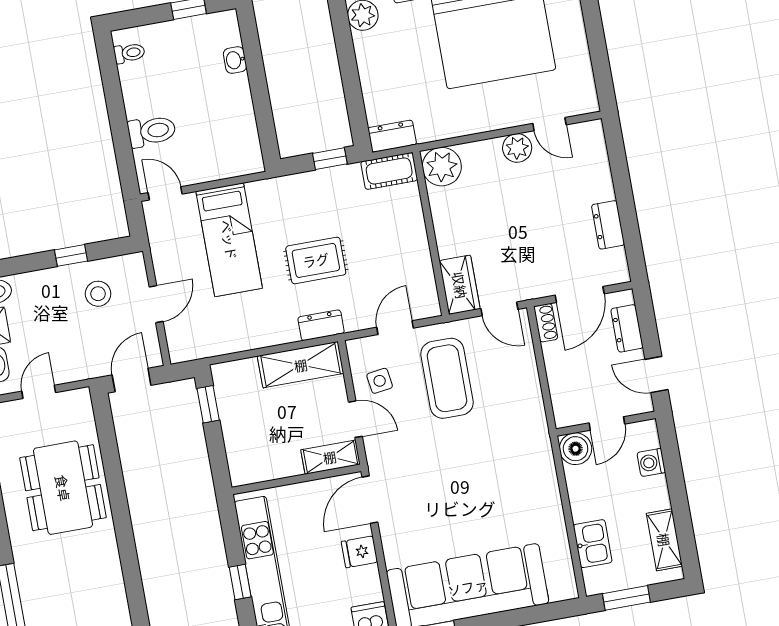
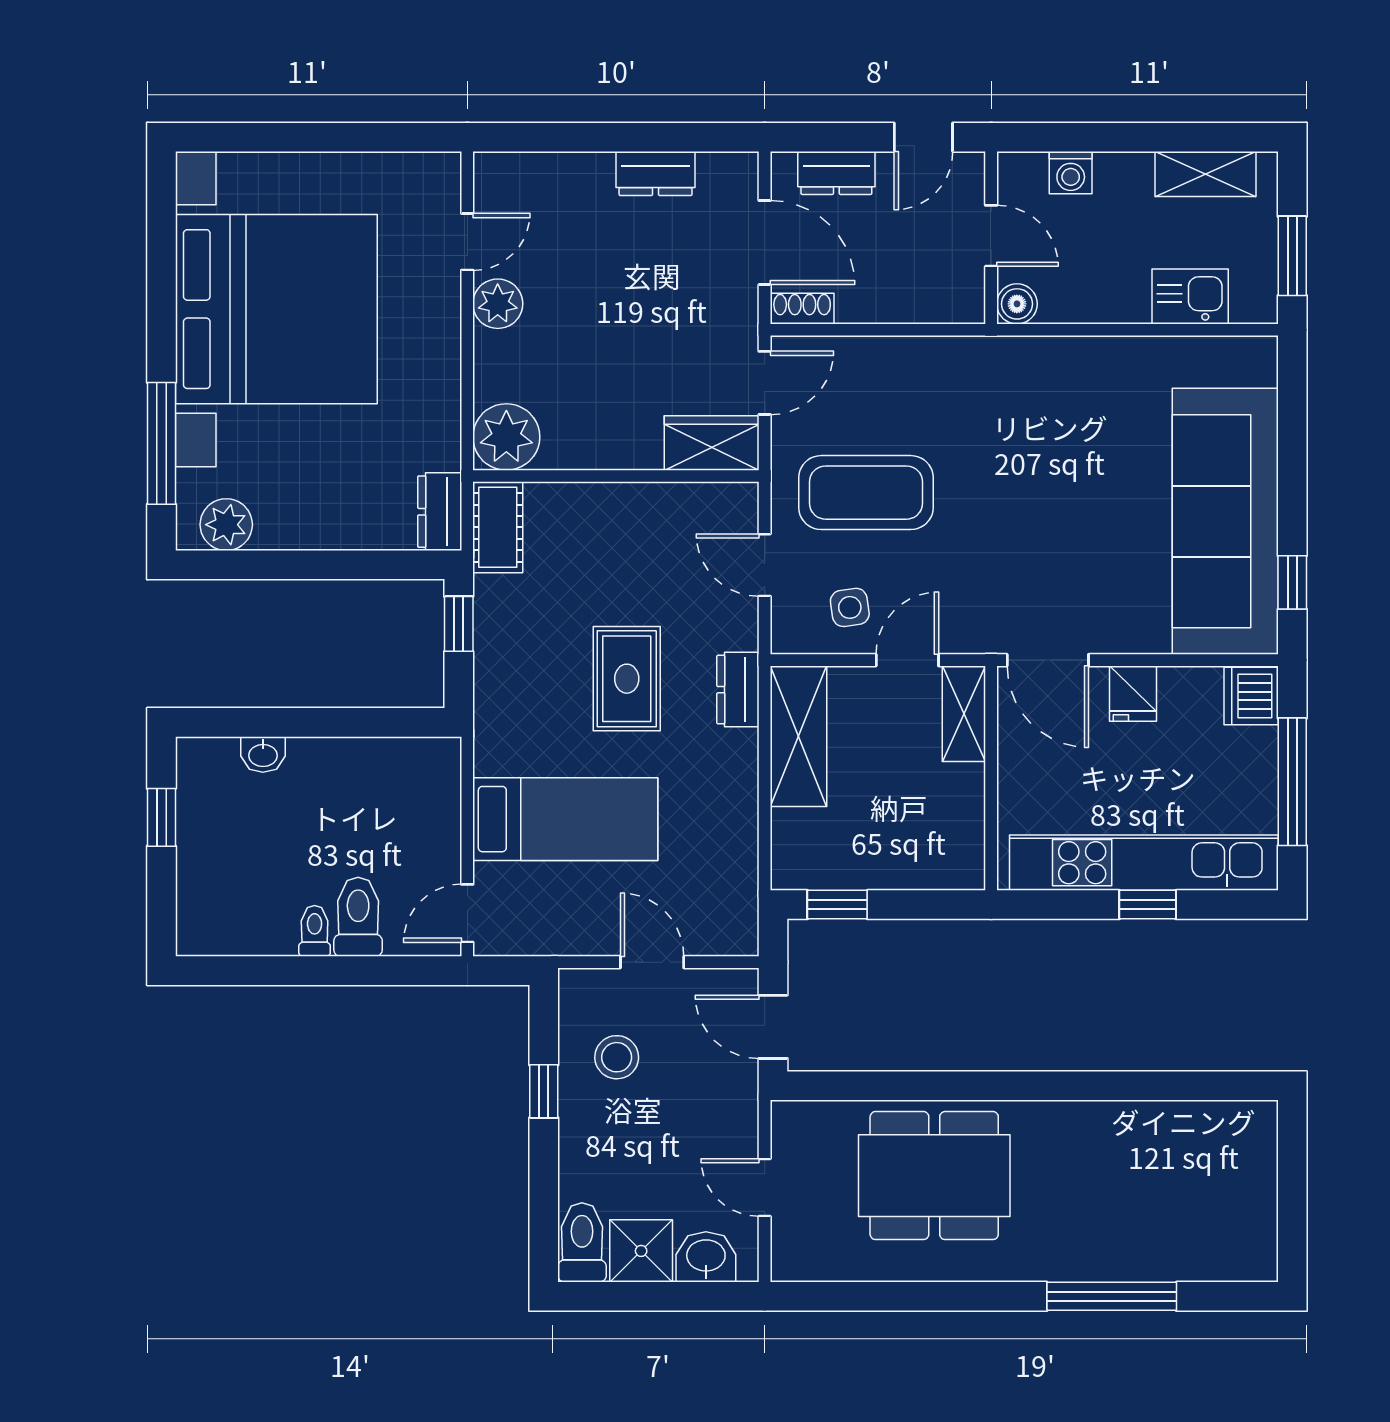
toilet: (129, 53) -> (315, 931), moved
boiler: (576, 449) -> (1017, 304), width x0.73, depth x0.73

